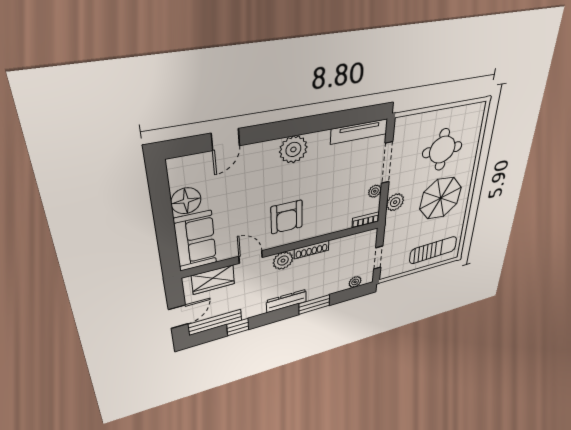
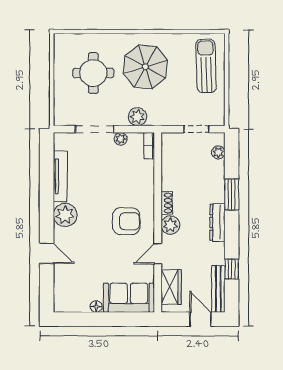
tv unit: (359, 131) -> (60, 176), moved
door: (226, 139) -> (47, 253), moved
floor lamp: (186, 201) -> (96, 307), width x0.53, depth x0.53
shoe rack: (312, 250) -> (167, 203), width x0.70

